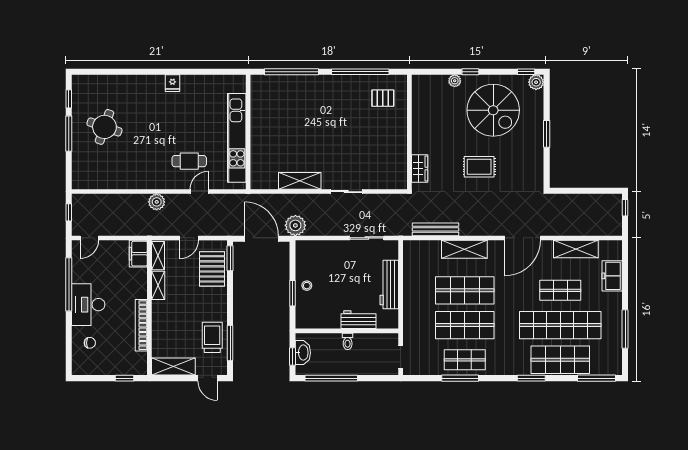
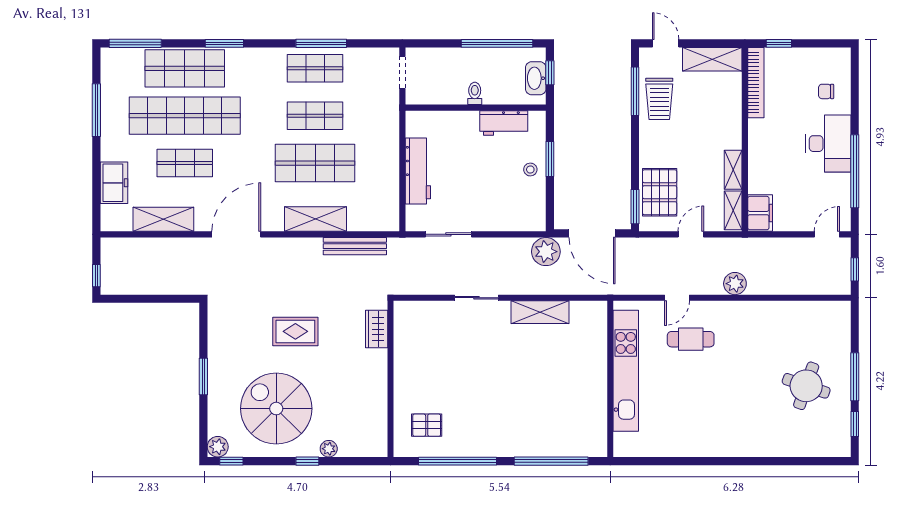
fridge: (172, 83) -> (713, 446), removed
workbench: (358, 320) -> (504, 123), moved
bookcase: (141, 325) -> (756, 83), moved
shop shelf: (465, 325) -> (315, 116), width x0.70, depth x0.74

